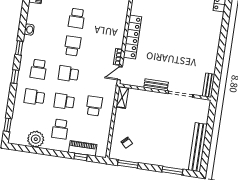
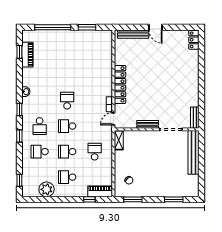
school desk: (77, 18) -> (67, 75), removed
school desk: (60, 129) -> (67, 177), turned 90
bench: (198, 147) -> (194, 152), moved
piano: (83, 148) -> (100, 191), moved

